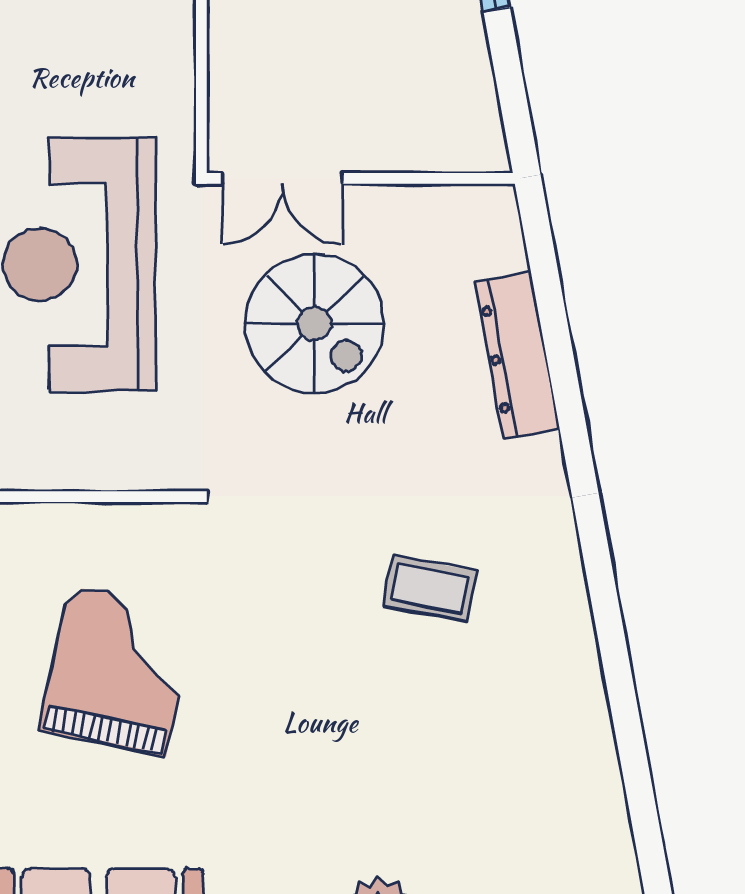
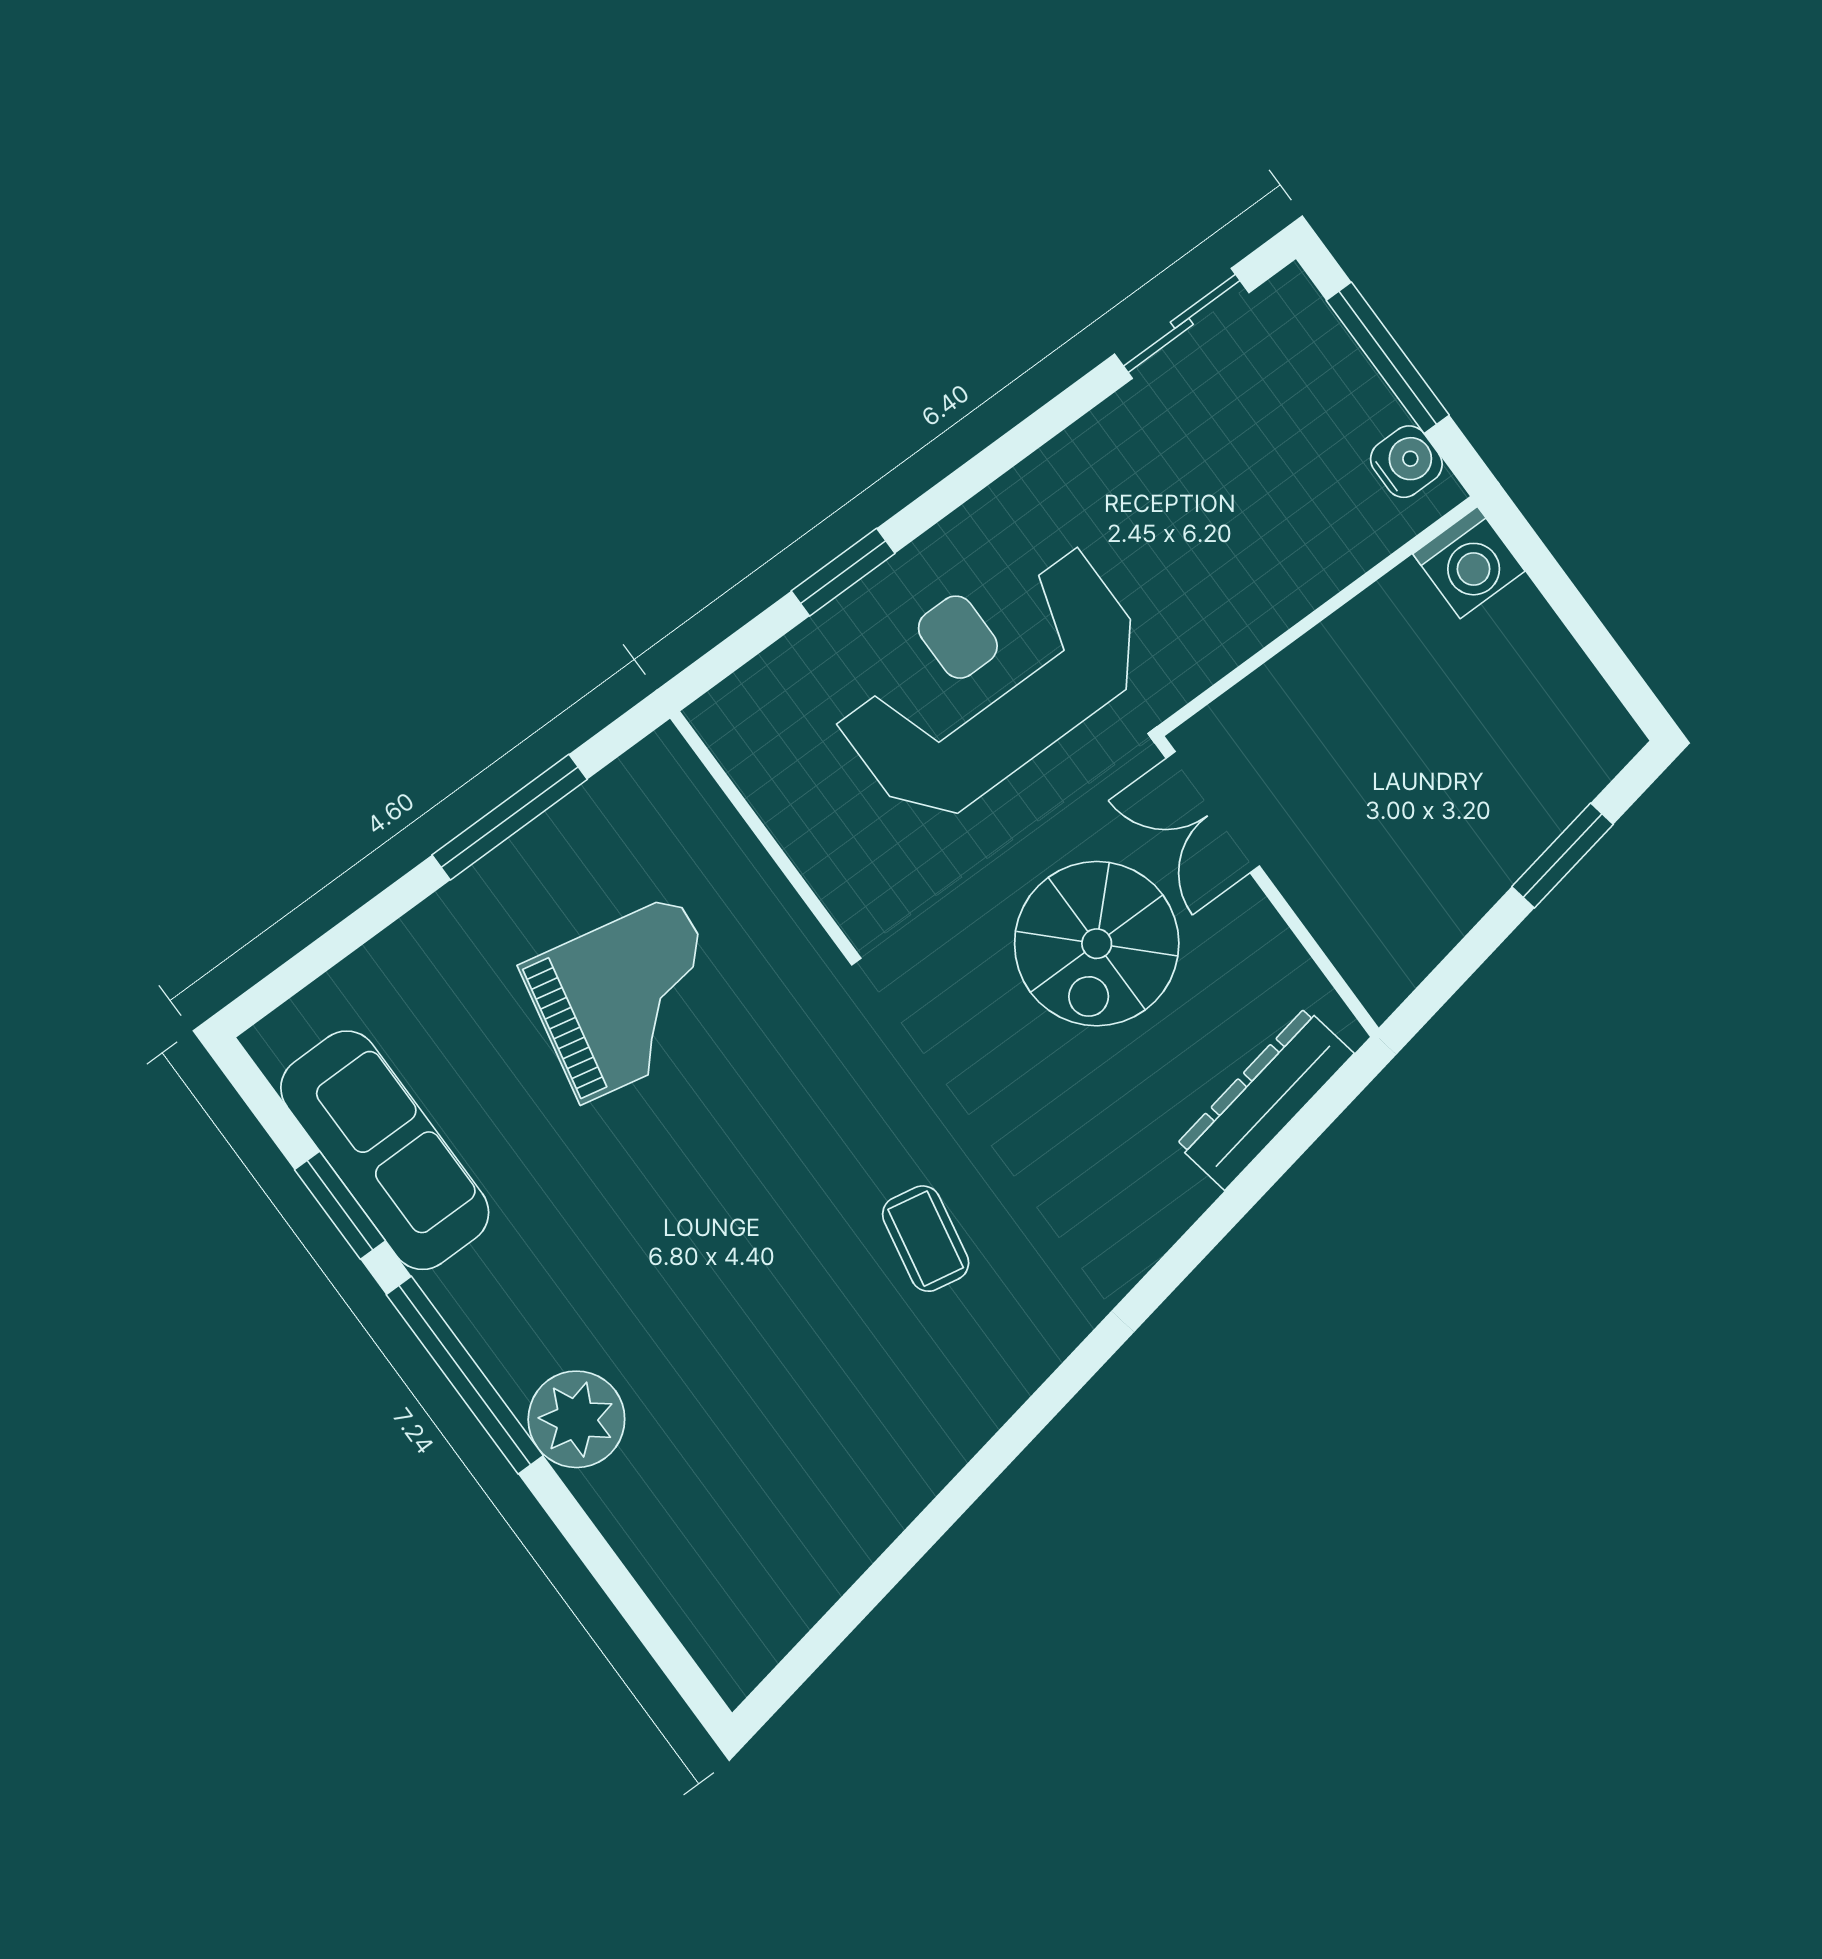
dresser: (517, 356) -> (1265, 1099), moved

